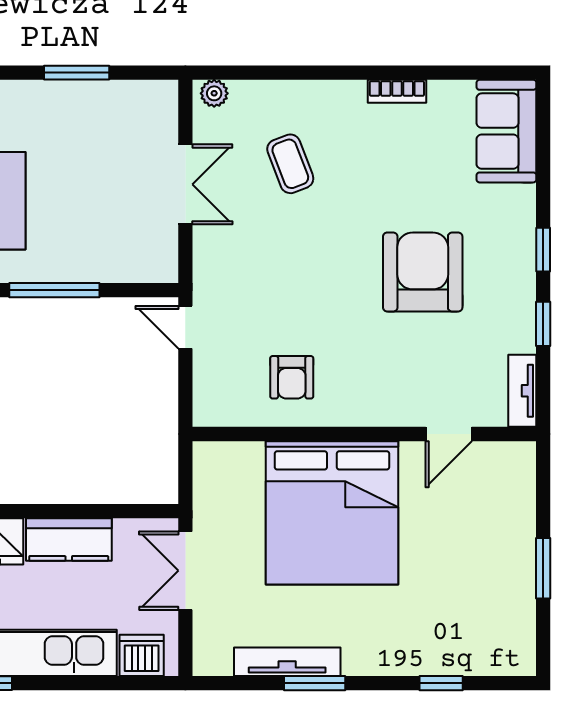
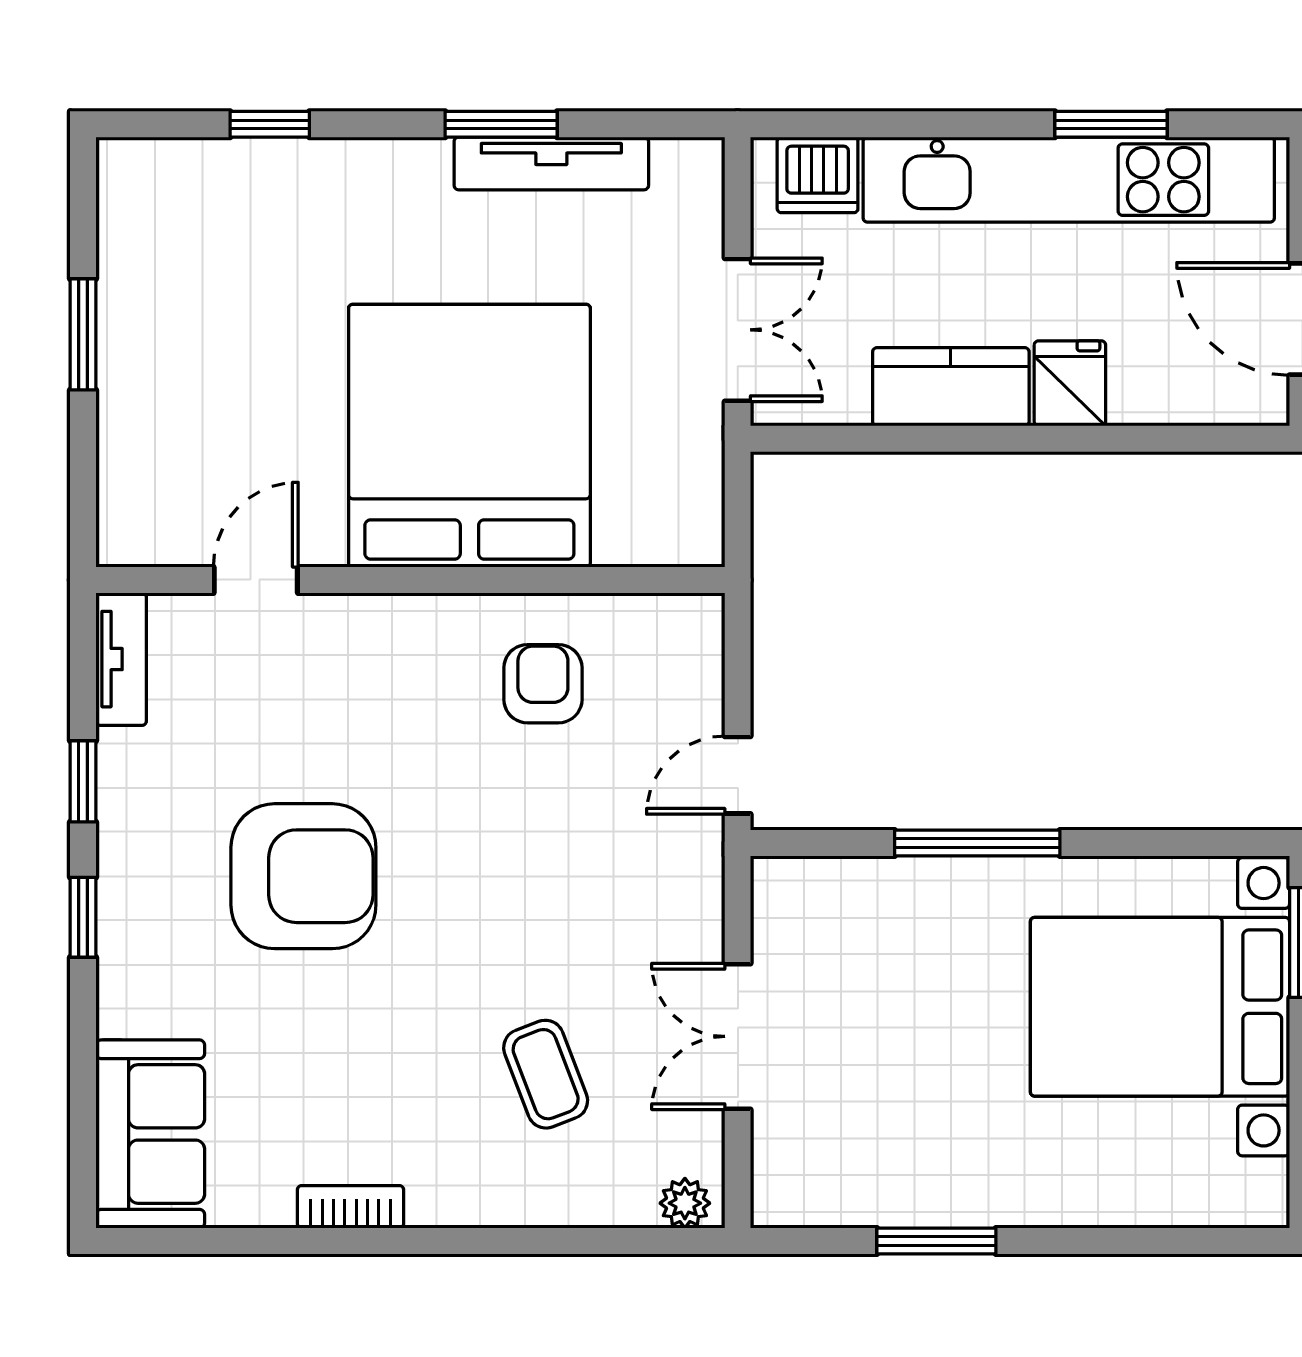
armchair: (423, 272) -> (303, 876), turned -90
door: (185, 327) -> (738, 775), swing flipped

